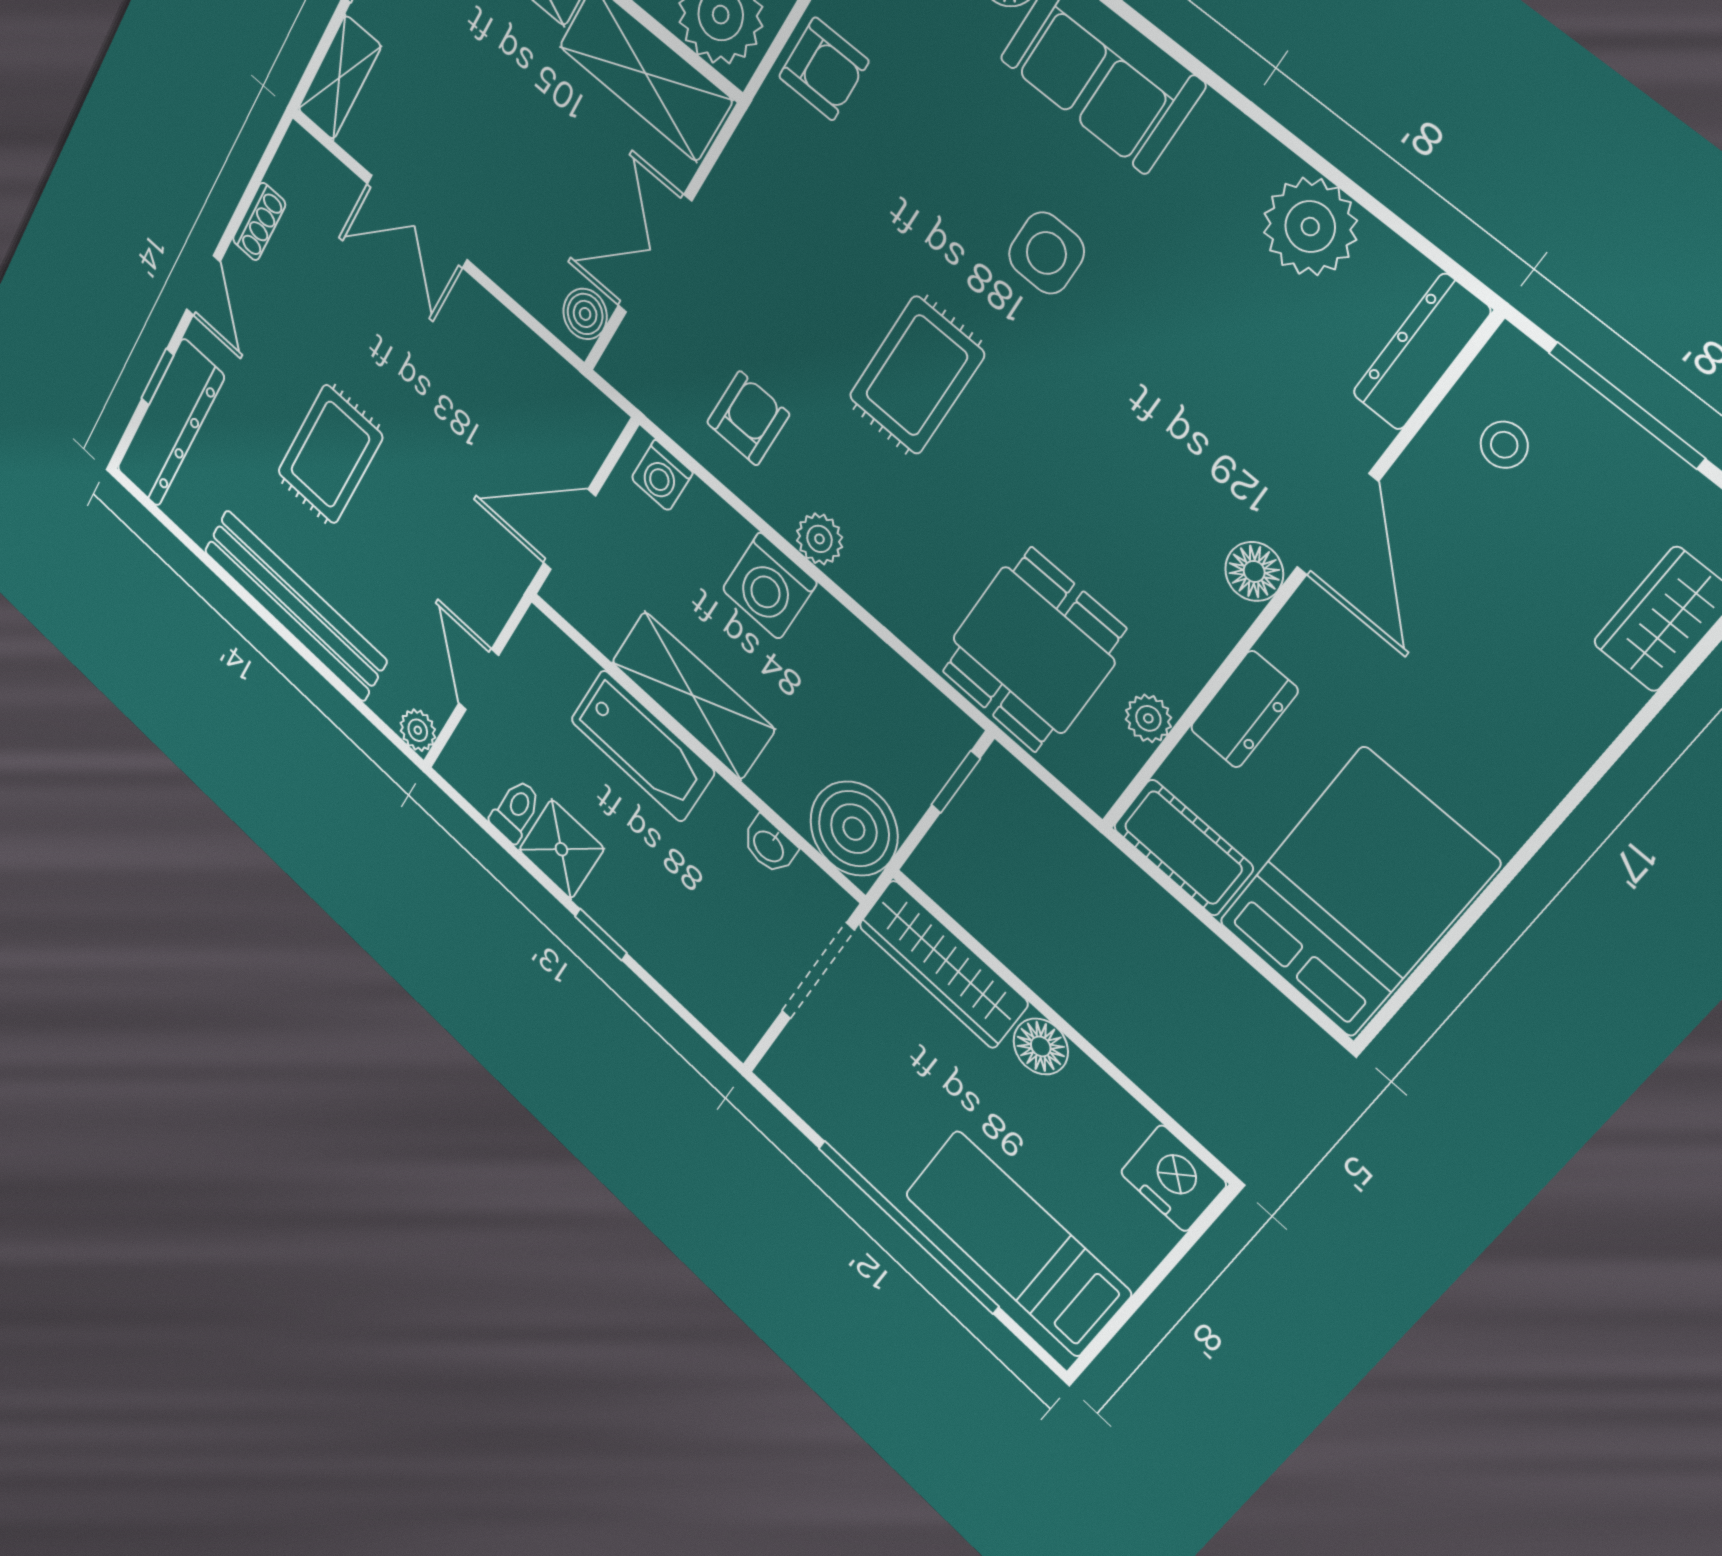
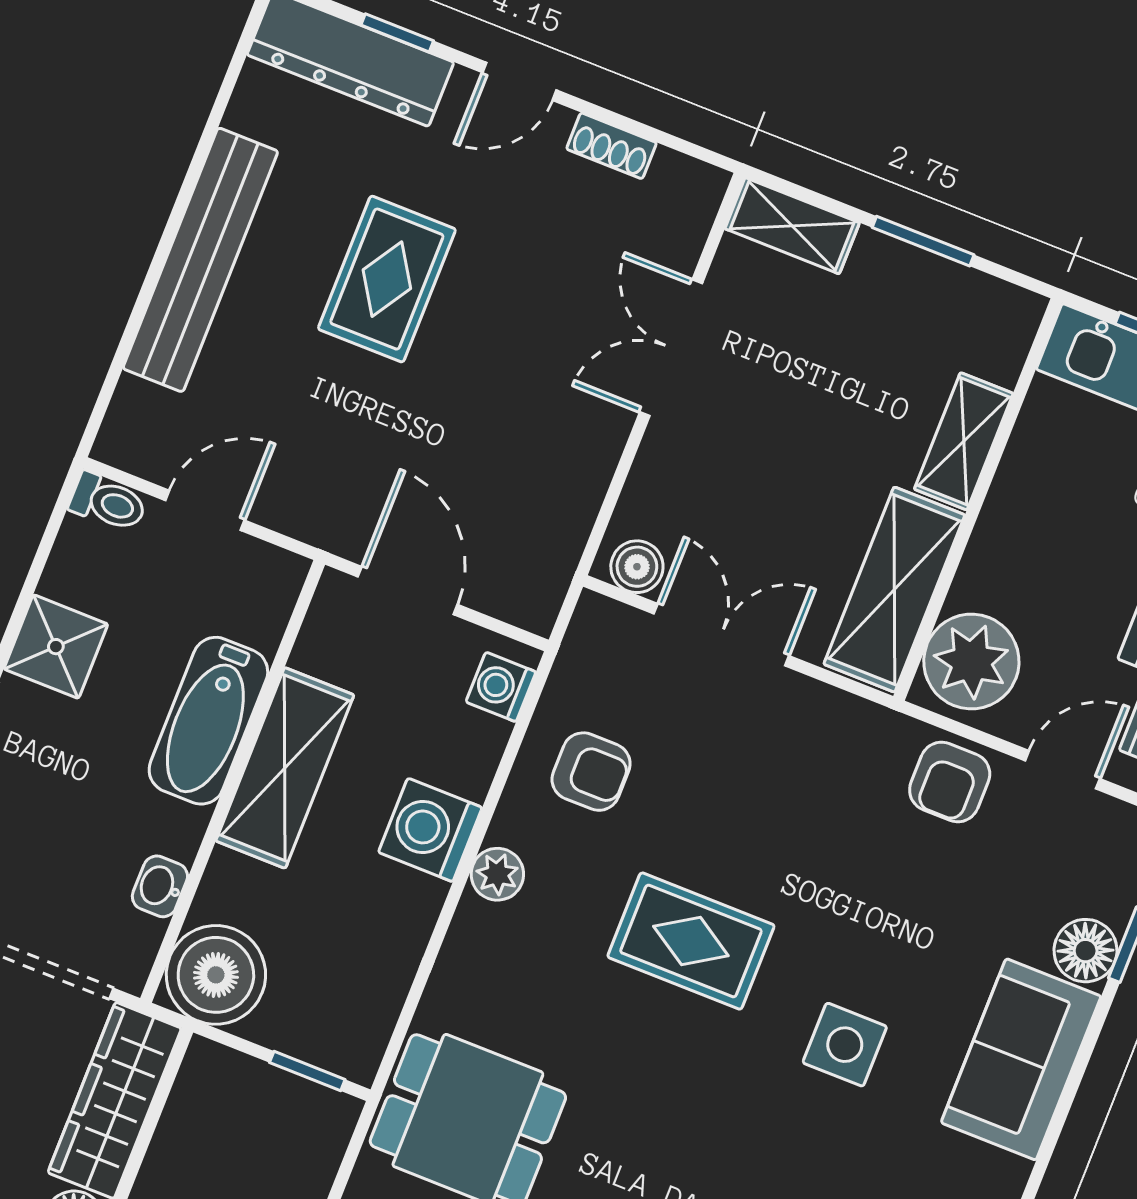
rug: (330, 454) -> (387, 279), turned 90
plant: (418, 730) -> (118, 444), removed
toilet: (515, 811) -> (108, 502), moved

